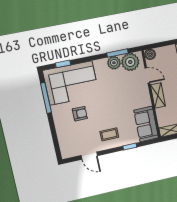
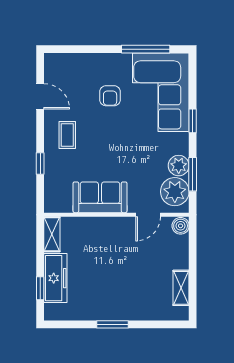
window: (63, 64) -> (193, 121), moved
shelving: (158, 95) -> (113, 225), removed
sofa: (146, 124) -> (100, 197), moved
door: (89, 156) -> (40, 96), swing flipped

